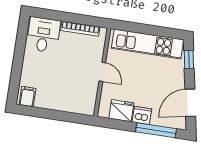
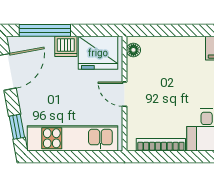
floor lamp: (90, 105) -> (133, 50), added
fridge: (121, 111) -> (98, 53), width x1.36, depth x1.34

